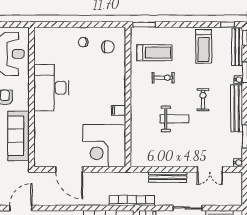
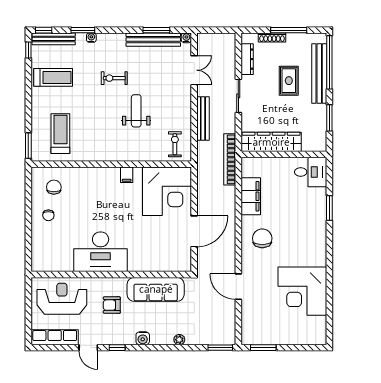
exercise bike: (163, 78) -> (175, 144), moved
bench: (237, 108) -> (153, 40), moved

